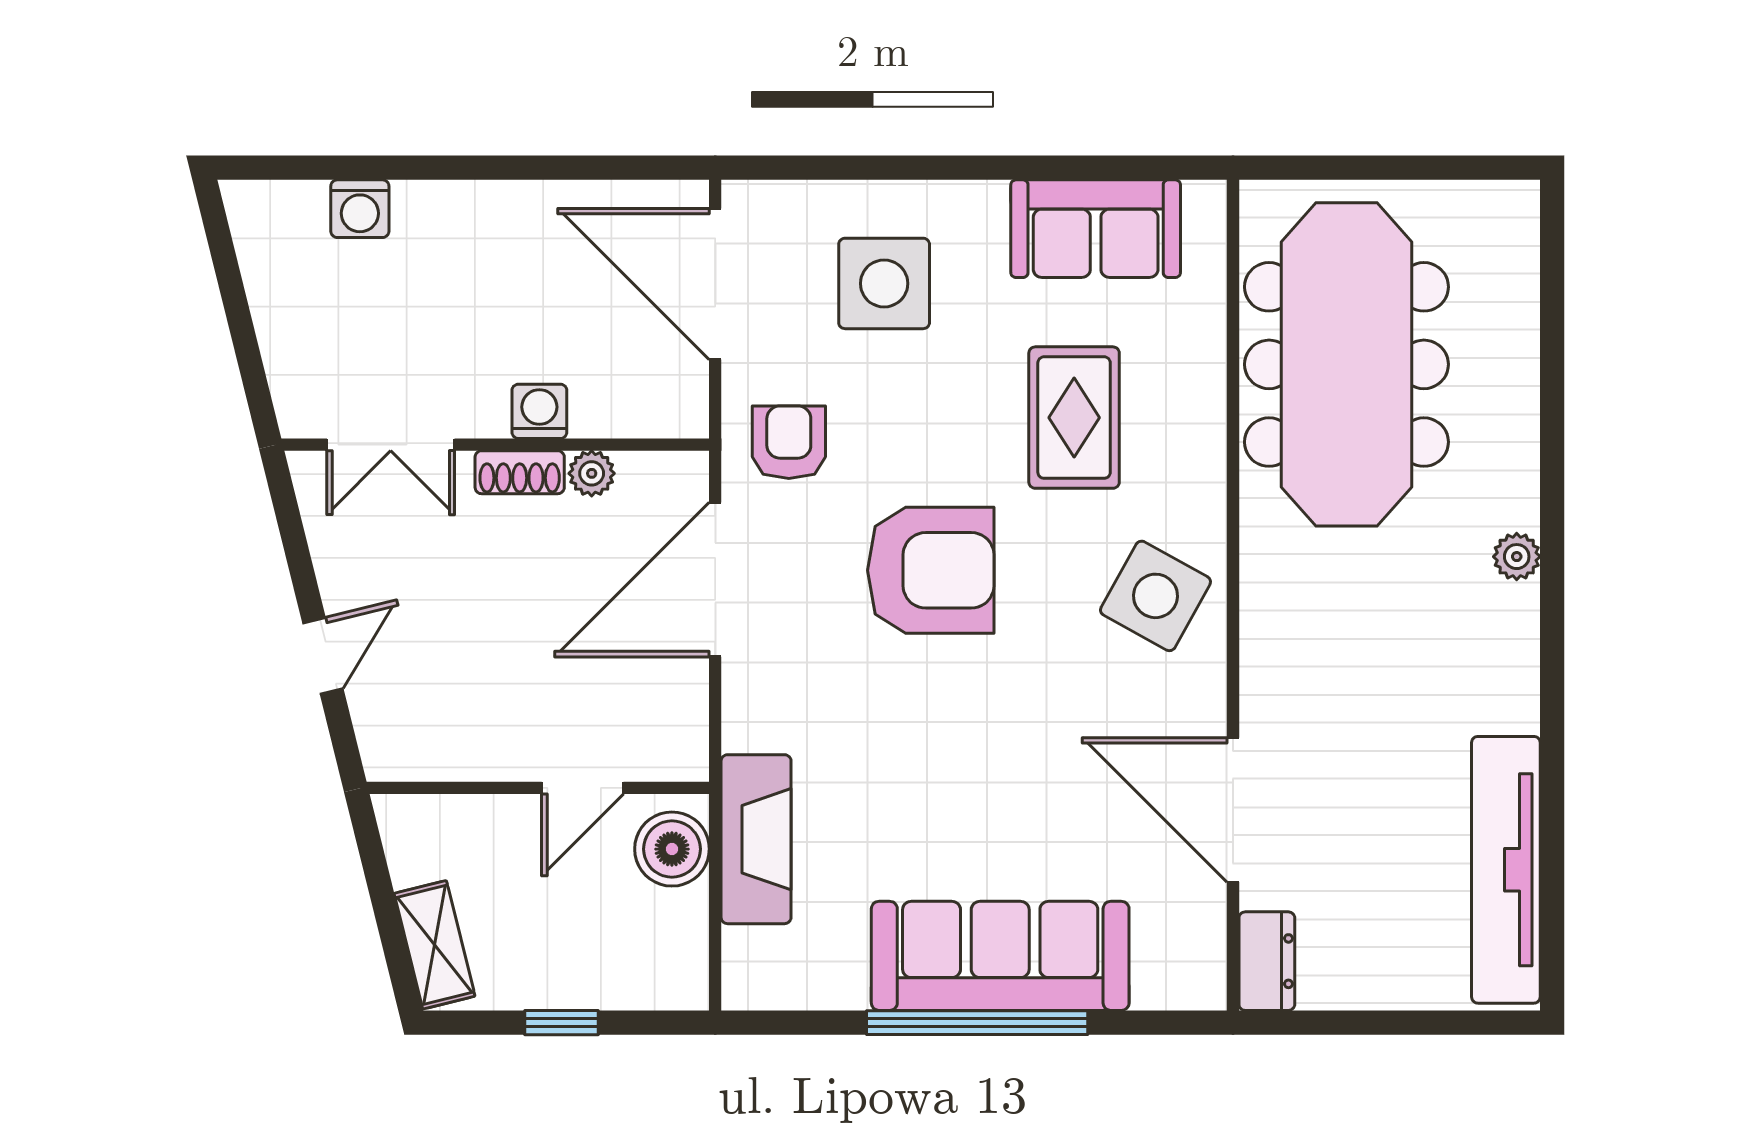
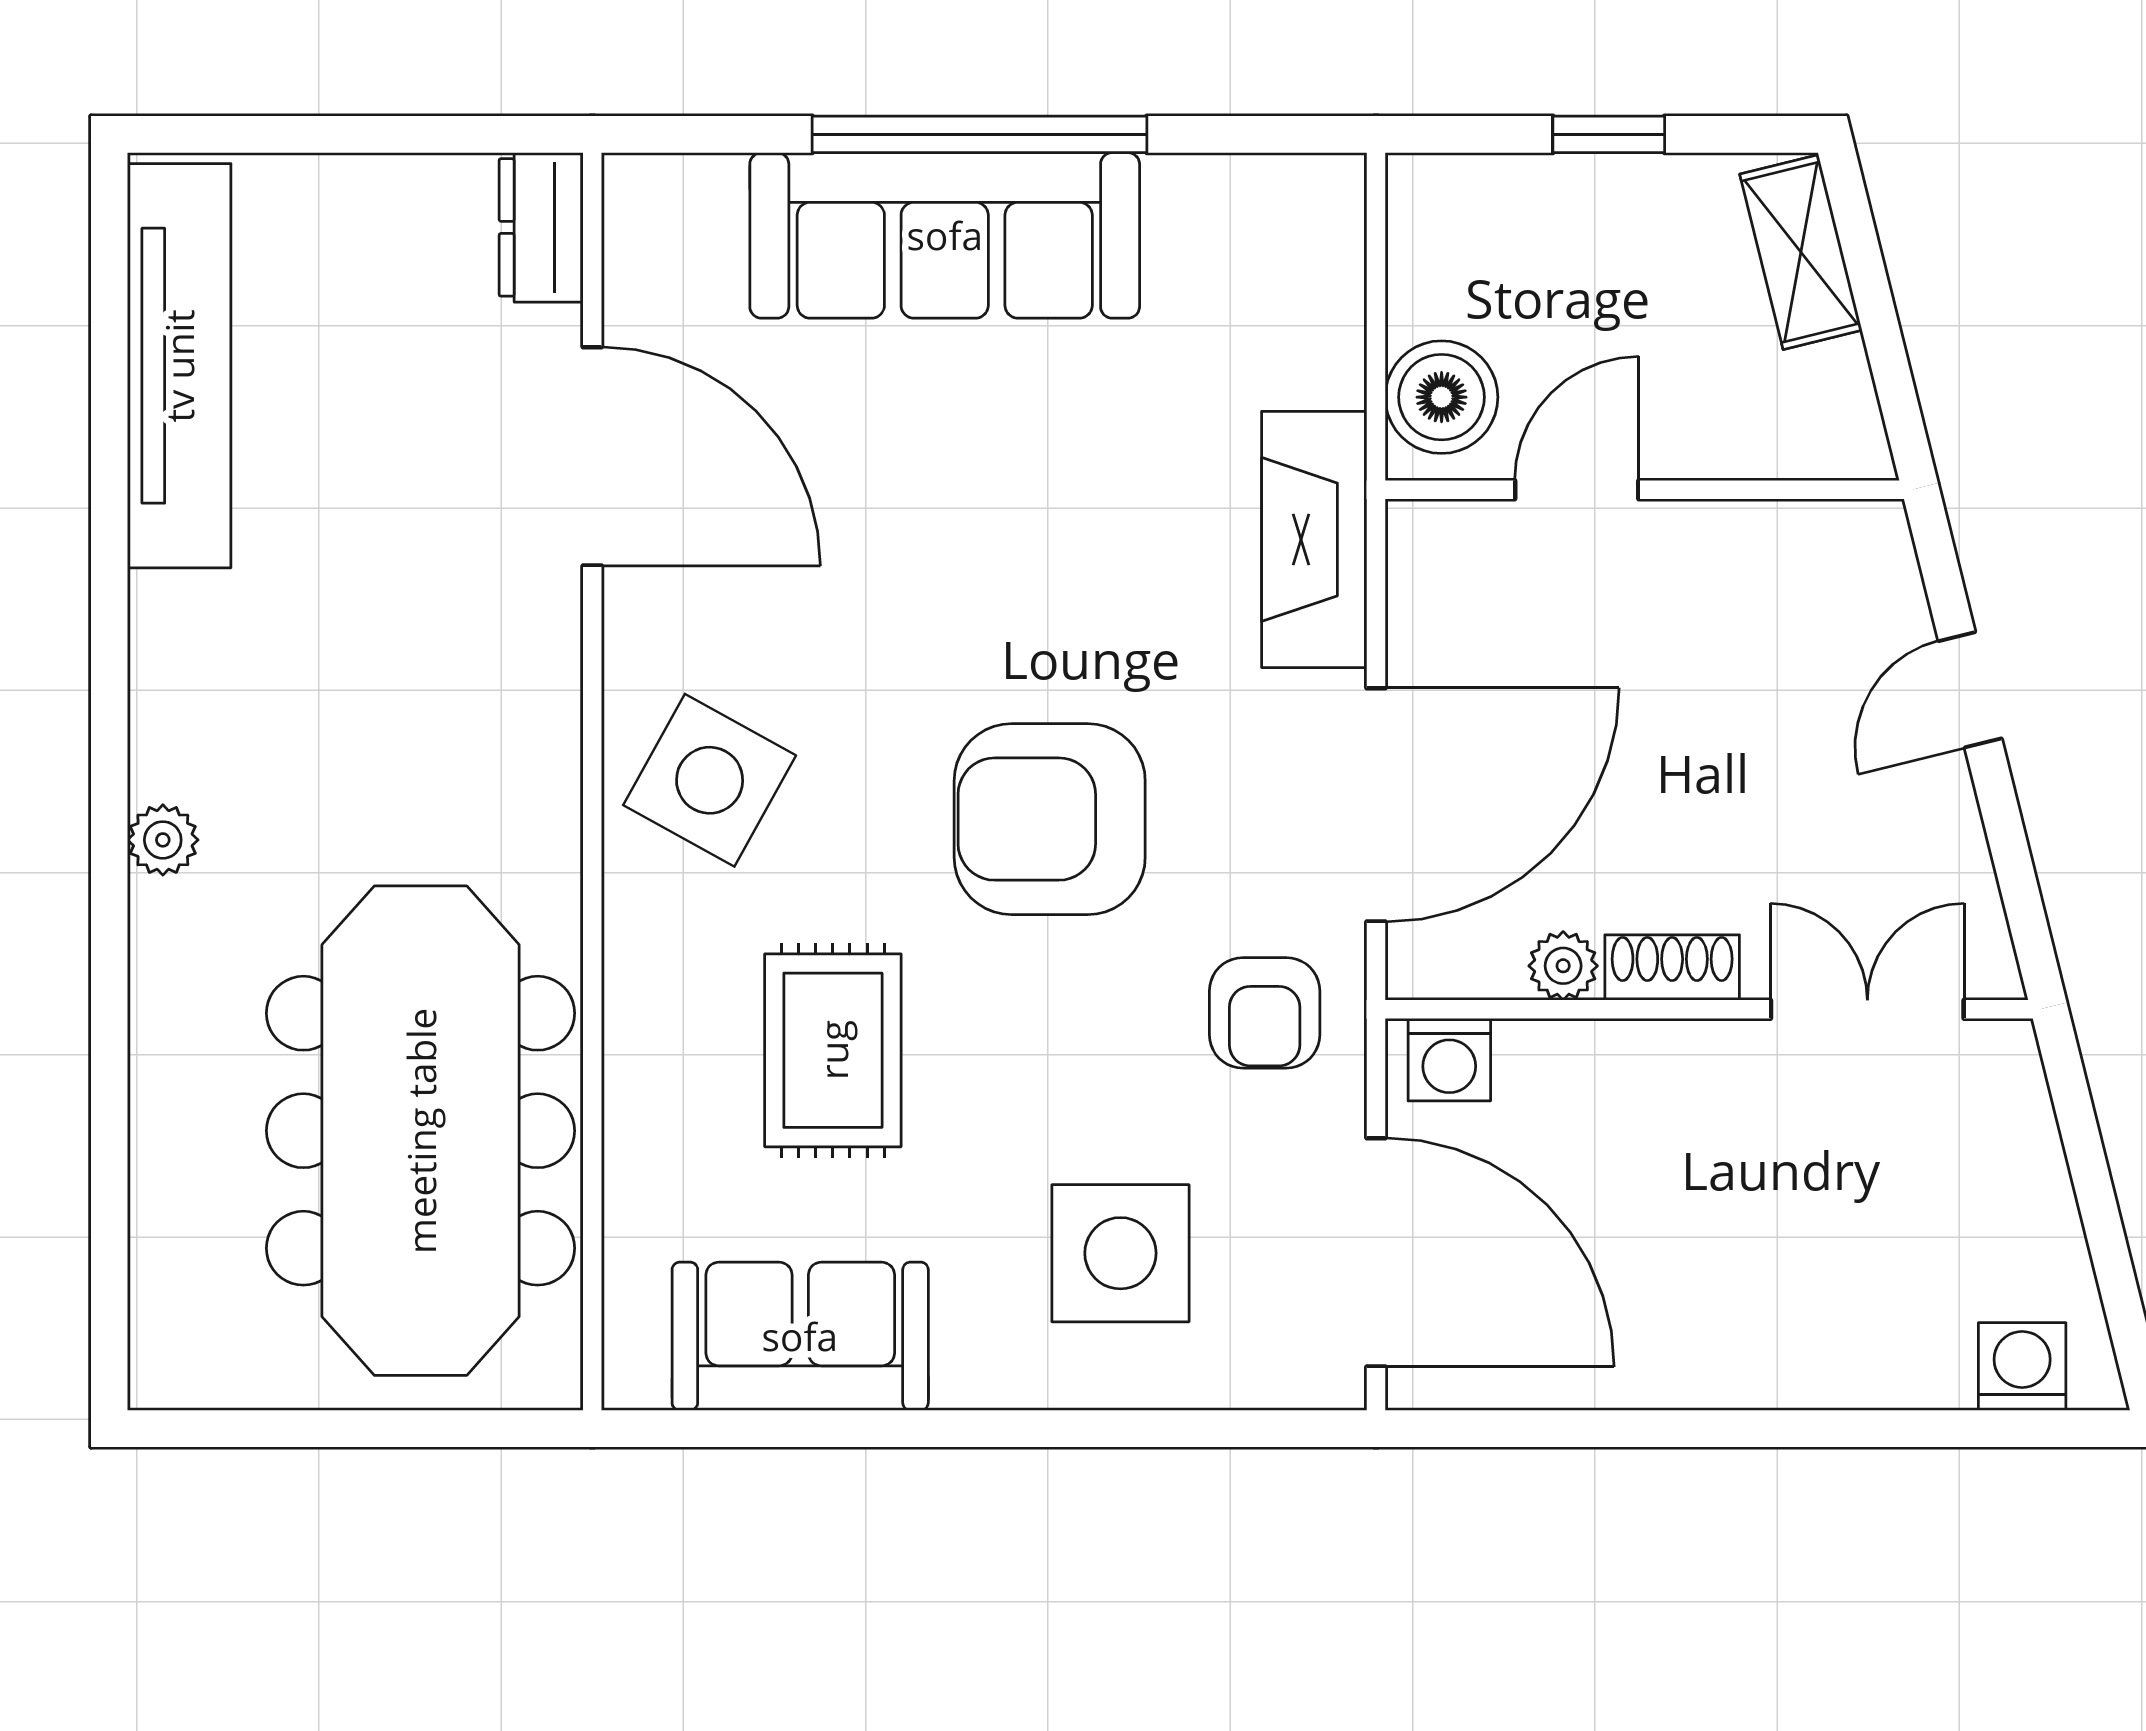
washing machine: (360, 209) -> (2022, 1366), moved
washing machine: (539, 411) -> (1449, 1060), moved
fireplace: (756, 839) -> (1314, 539), moved

